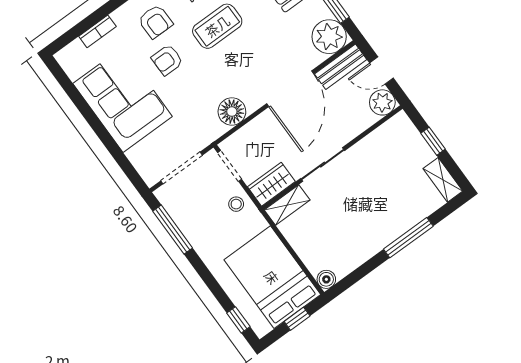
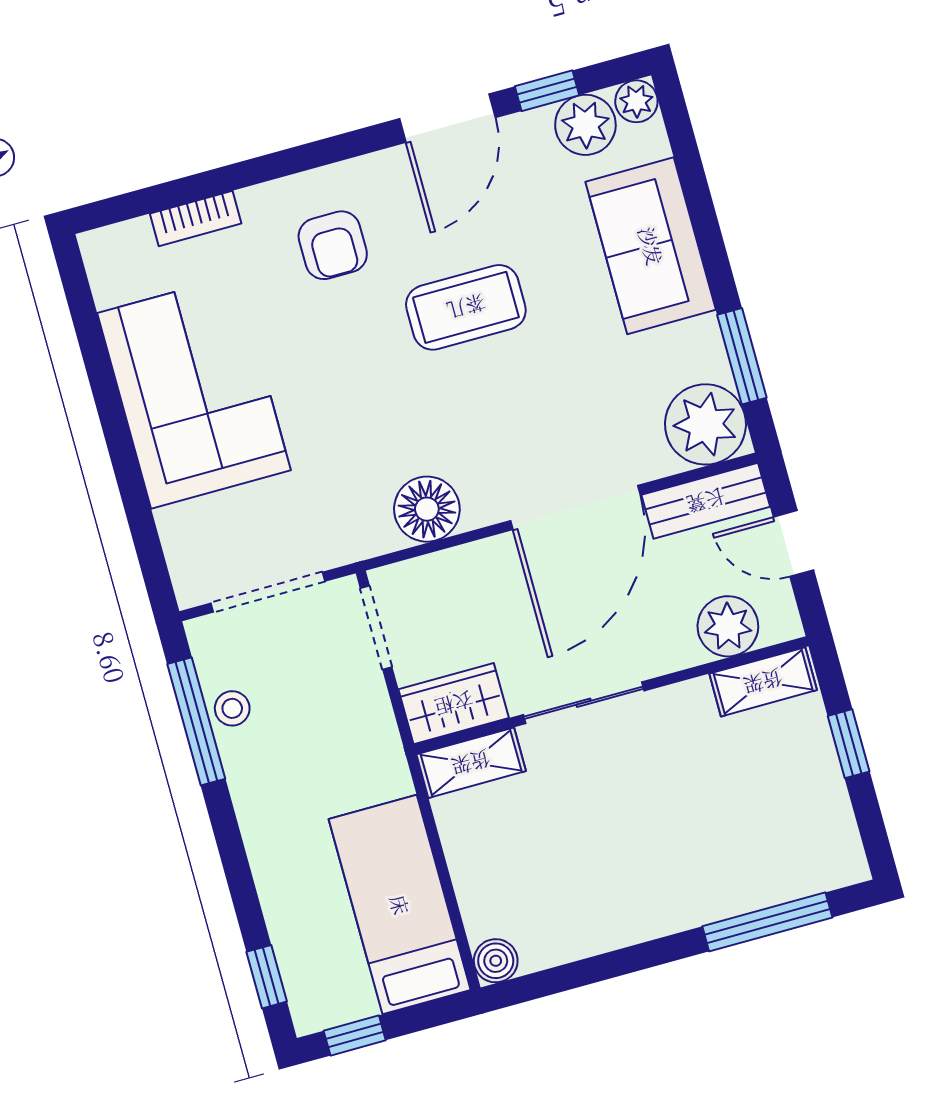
armchair: (167, 60) -> (327, 340), removed
plant: (382, 102) -> (728, 626), moved
shelving: (443, 180) -> (763, 682), moved, turned 90
stool: (236, 204) -> (232, 708), moved
window: (408, 238) -> (767, 922), moved
bed: (272, 277) -> (400, 905), width x0.67
window: (297, 319) -> (355, 1036), moved

